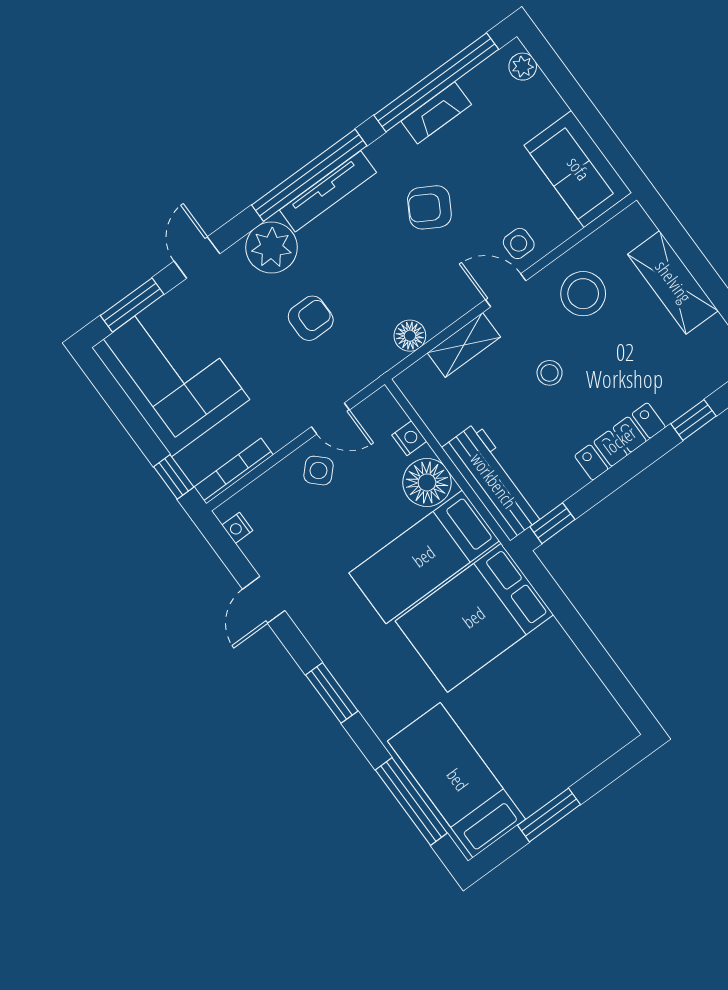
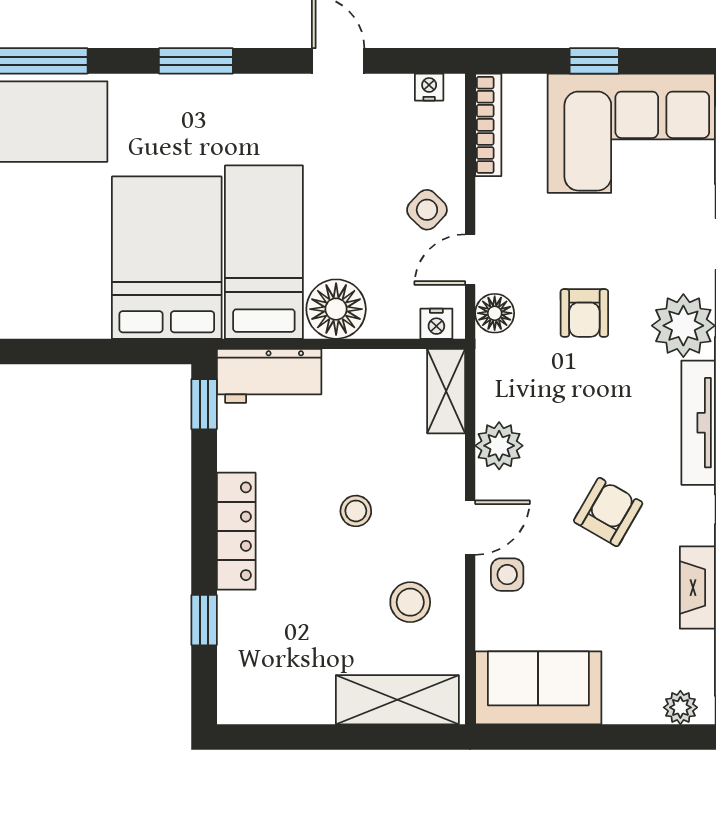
shelving: (673, 282) -> (397, 700), moved
stool: (583, 294) -> (410, 602), width x0.73, depth x0.73
plant: (438, 310) -> (499, 446), added
floor lamp: (410, 336) -> (495, 313), moved
shelving: (464, 345) -> (446, 391), moved
nightstand: (409, 438) -> (436, 324), moved
window: (174, 477) -> (594, 61), moved
workbench: (493, 481) -> (269, 376), width x0.73

